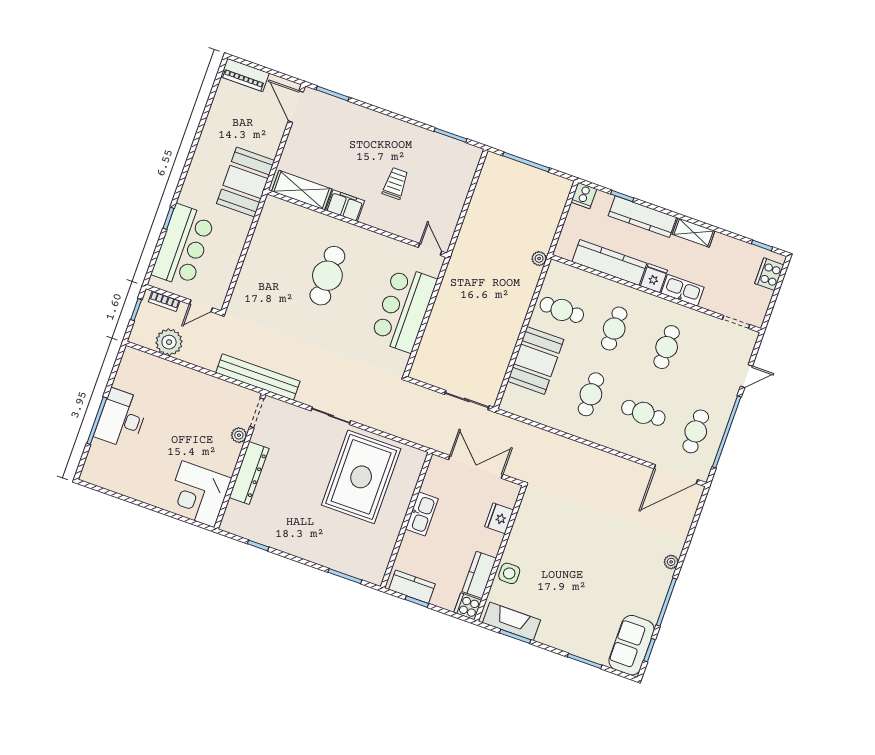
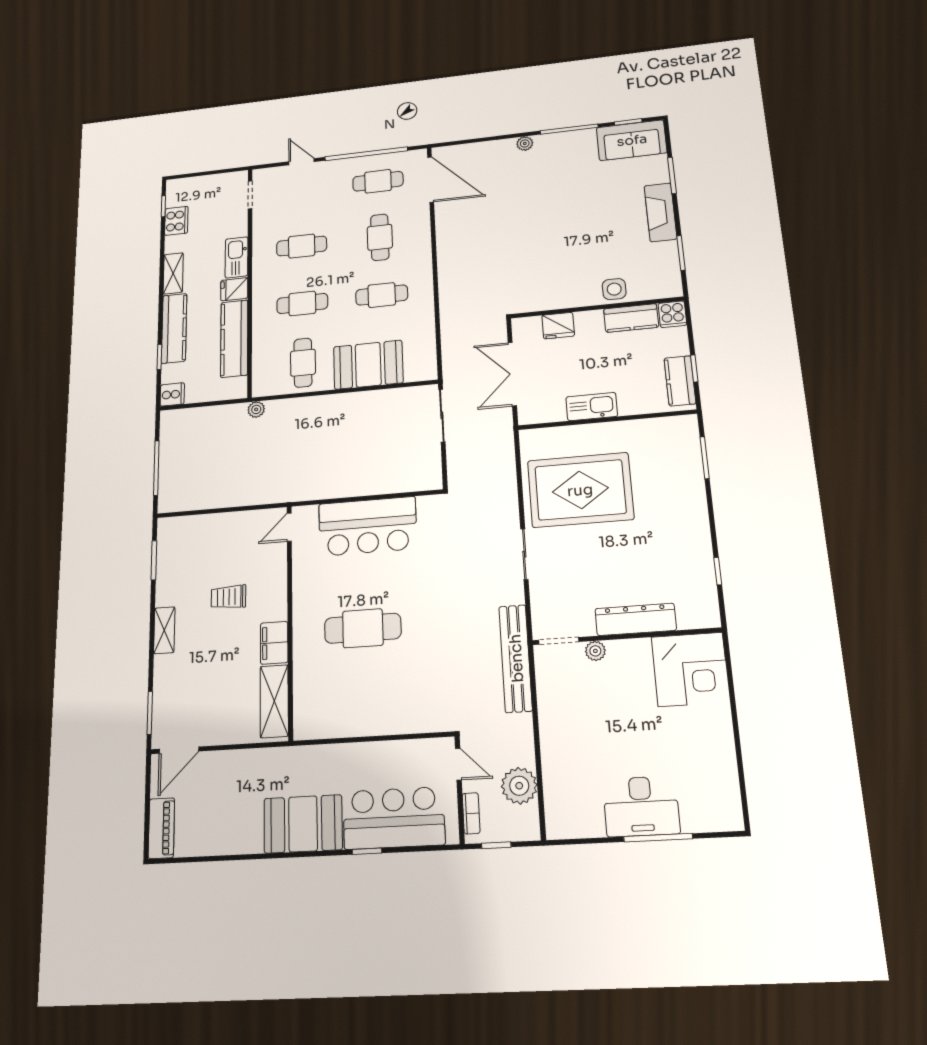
shelving: (391, 125) -> (164, 630), added
booth: (246, 182) -> (303, 824), moved
cooker: (769, 274) -> (176, 221), moved, turned -90
fireplace: (512, 621) -> (660, 212), moved

